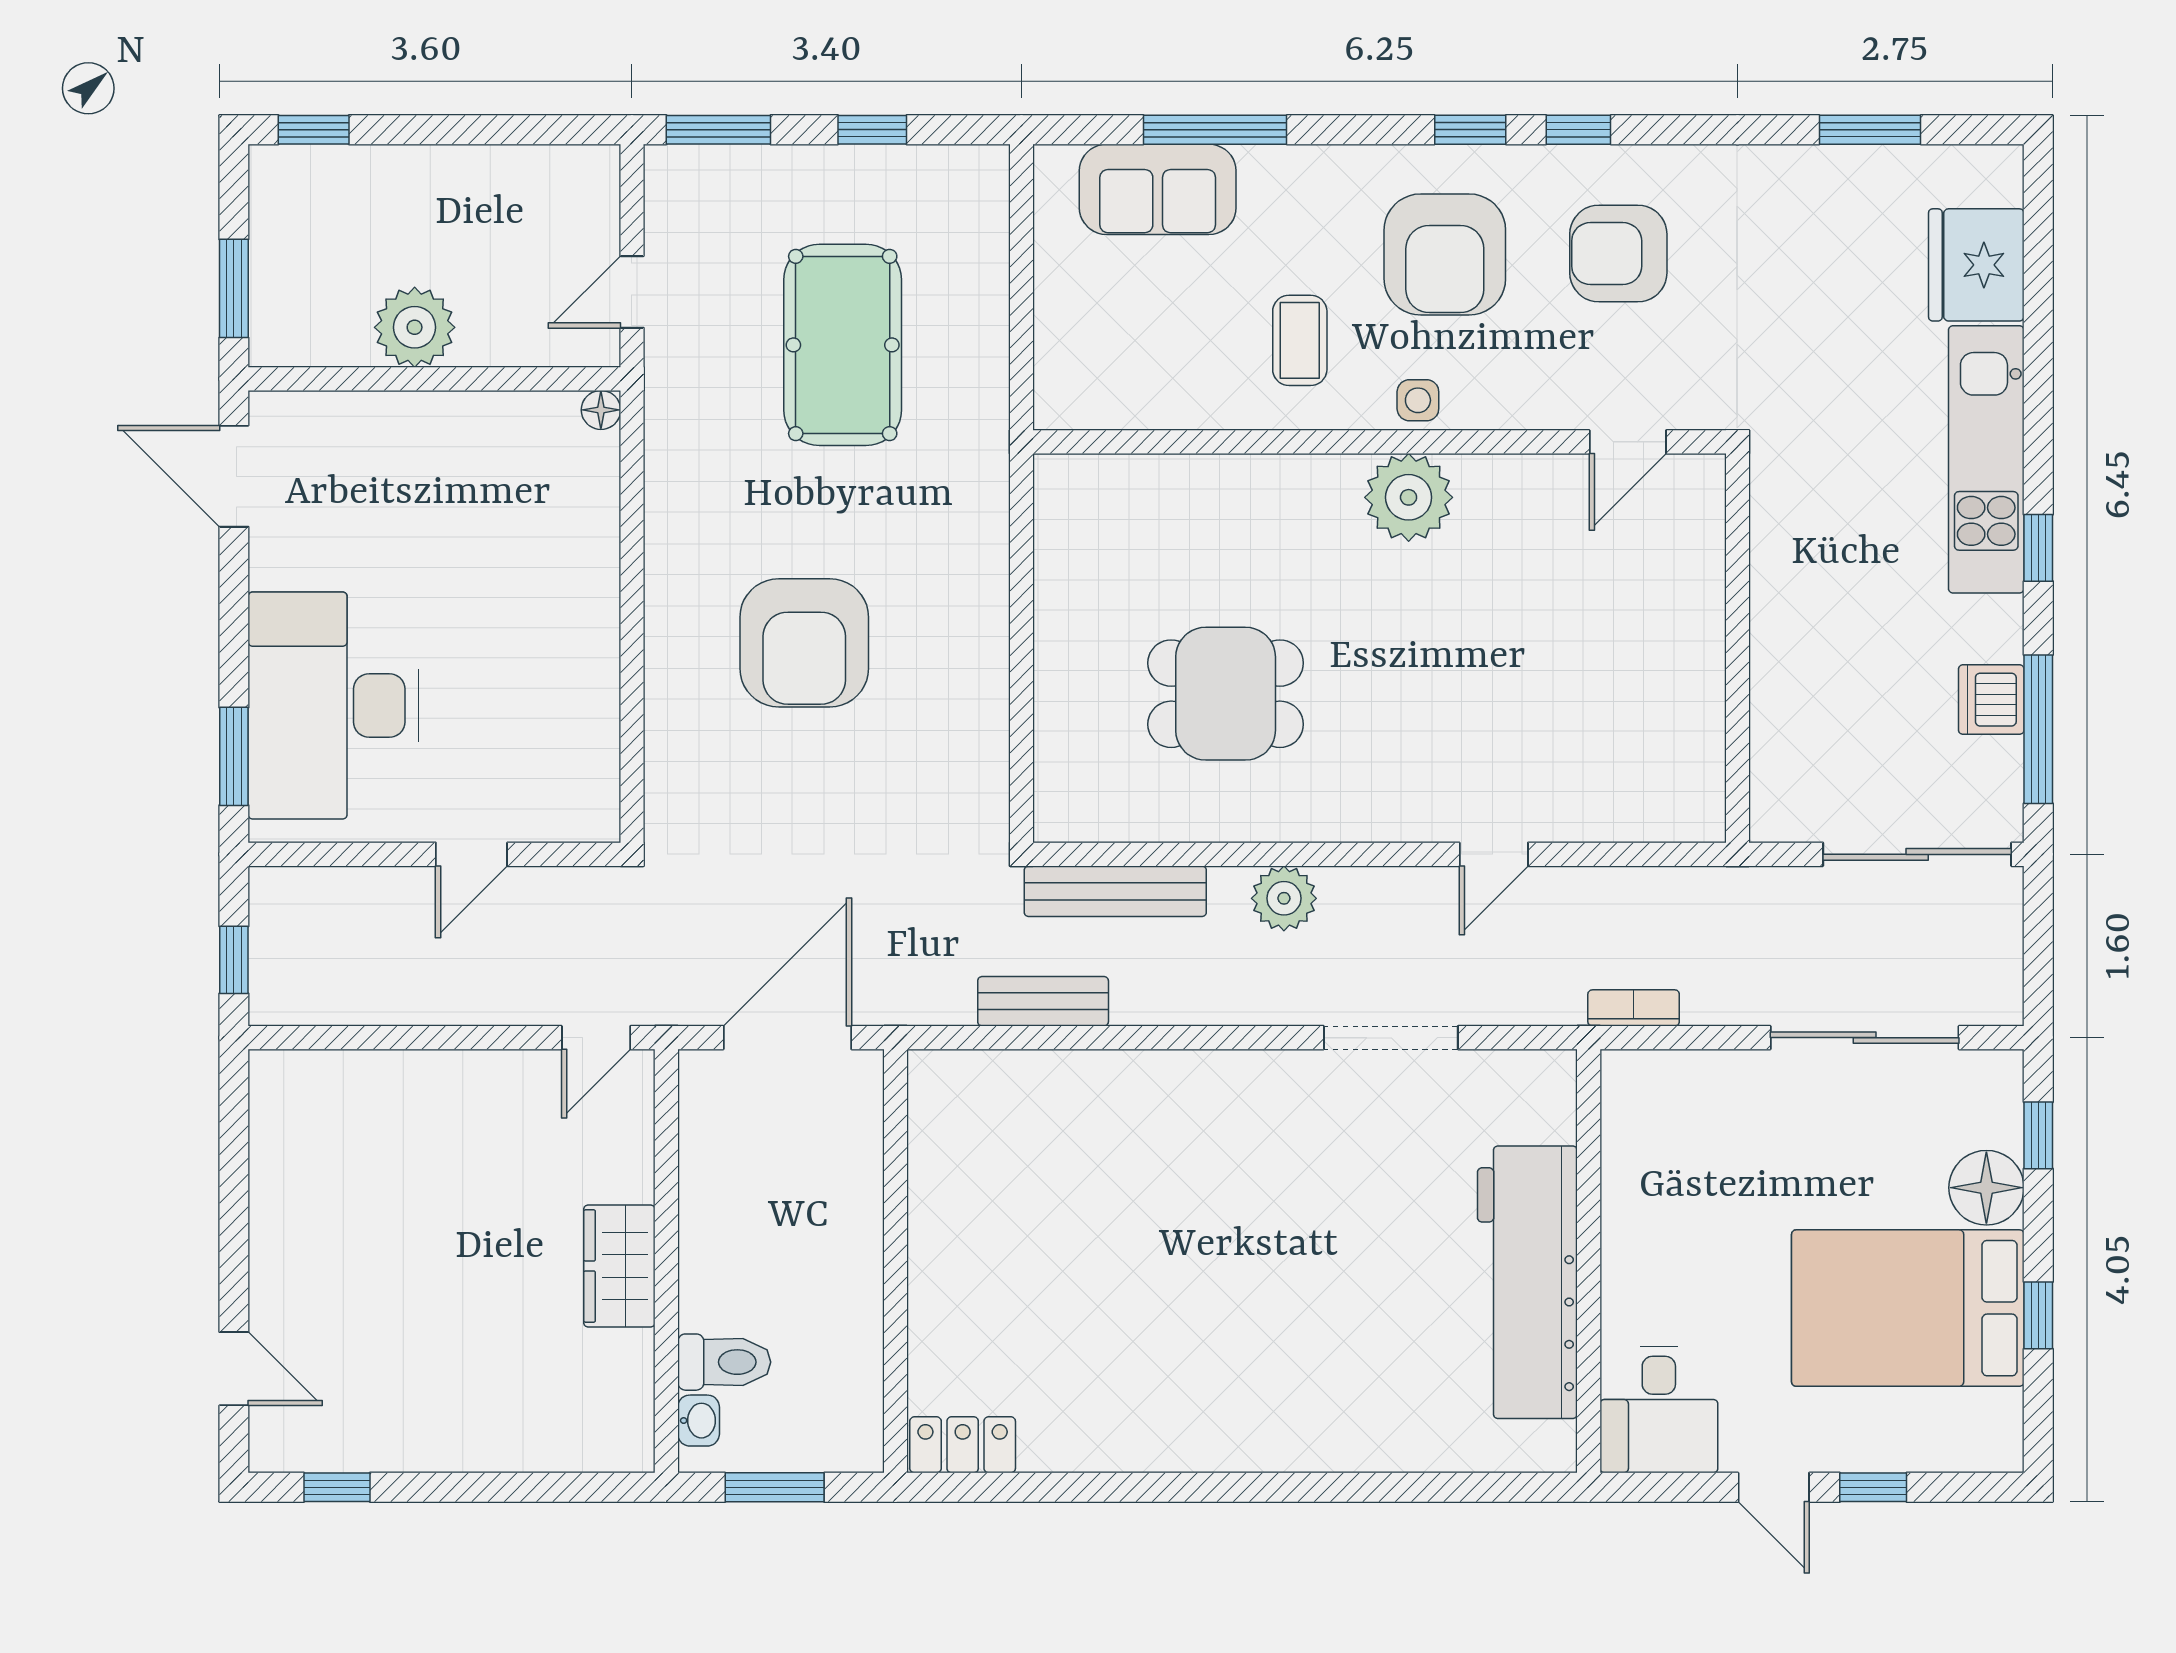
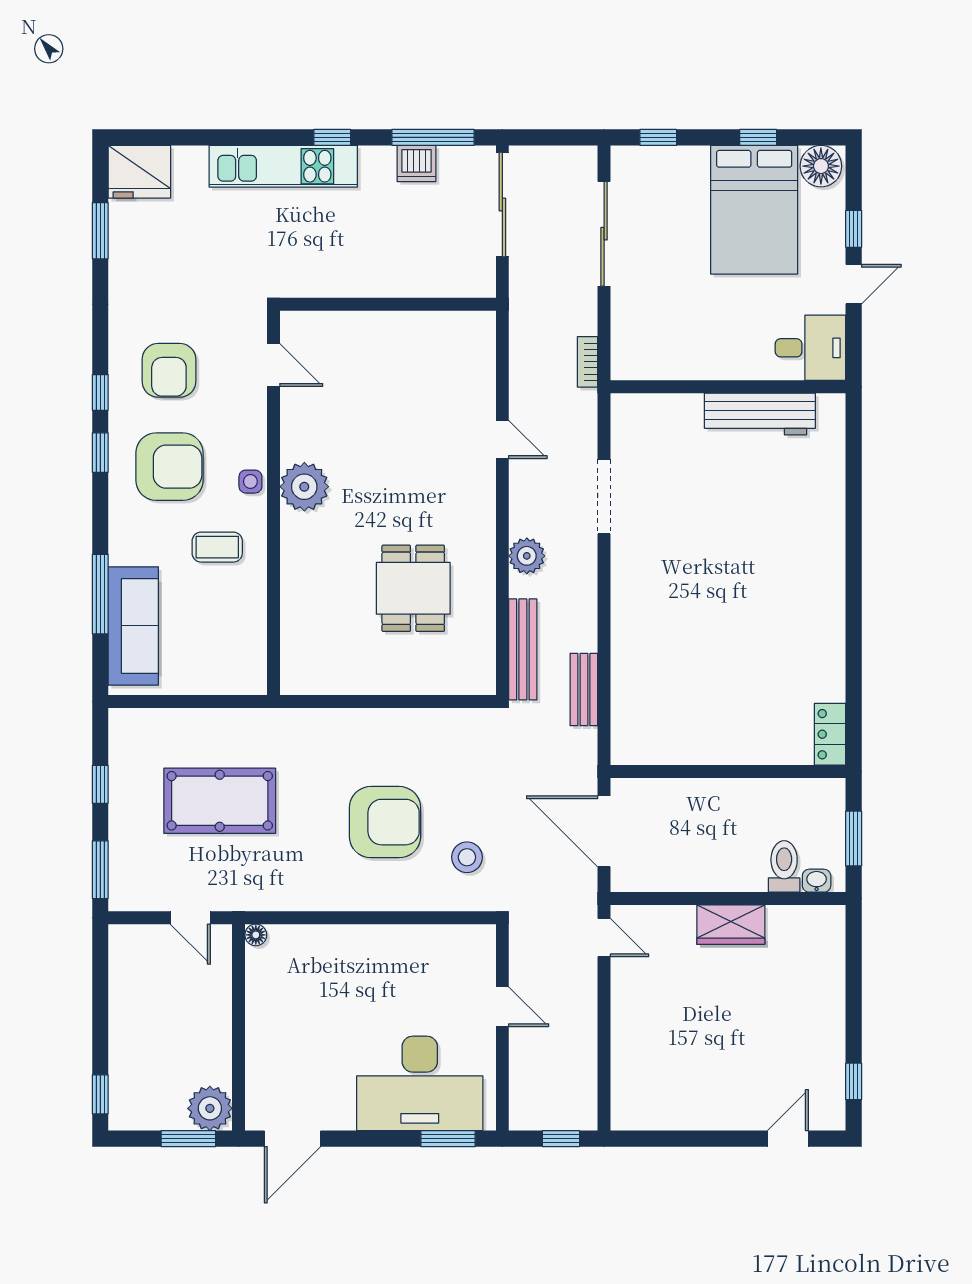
sofa: (1158, 189) -> (133, 626), width x1.36
fridge: (1976, 265) -> (139, 172), moved
plant: (415, 327) -> (210, 1108), moved
stool: (741, 791) -> (467, 857), added
floor lamp: (1986, 1188) -> (821, 166), moved
workbench: (1527, 1282) -> (760, 414), width x0.73, depth x0.76

